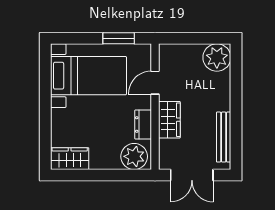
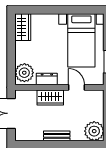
bench: (224, 137) -> (57, 136), moved, width x0.73

